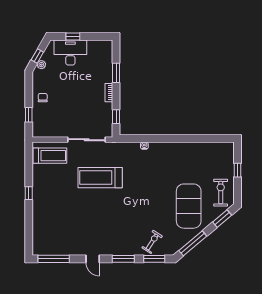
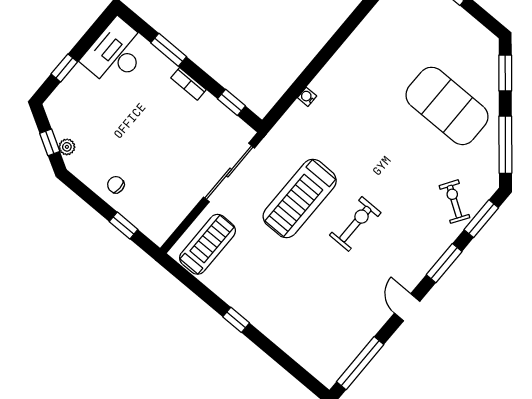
desk: (70, 53) -> (116, 53), moved
exercise bike: (221, 193) -> (355, 224), moved, turned 90
door: (93, 259) -> (407, 307), swing flipped

